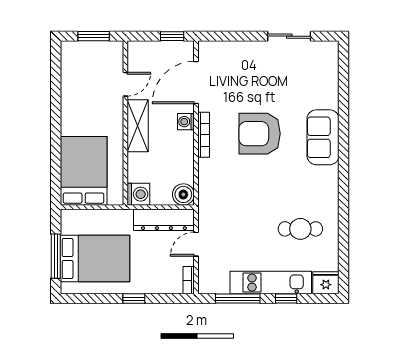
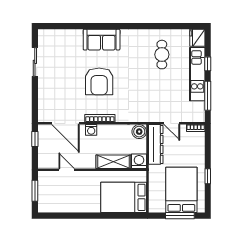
shelving: (138, 126) -> (113, 162), moved
window: (134, 299) -> (208, 176), moved

